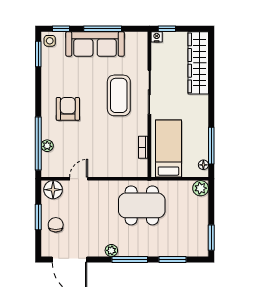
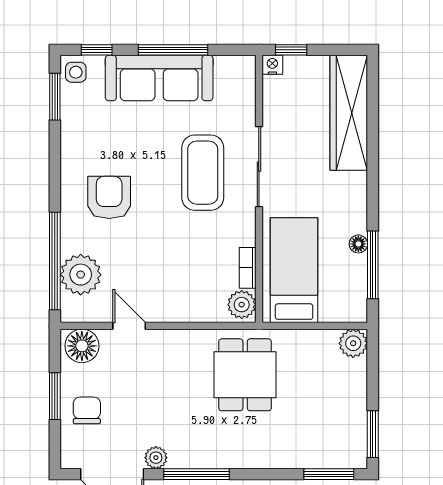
plant: (47, 146) -> (81, 275), width x1.88, depth x1.88
floor lamp: (203, 165) -> (358, 244), moved
plant: (140, 167) -> (242, 305), added
door: (79, 179) -> (129, 326), hinge flipped
dining table: (142, 205) -> (245, 375), width x0.73
plant: (111, 250) -> (156, 458), moved
window: (130, 259) -> (197, 474), moved
window: (173, 259) -> (329, 474), moved

